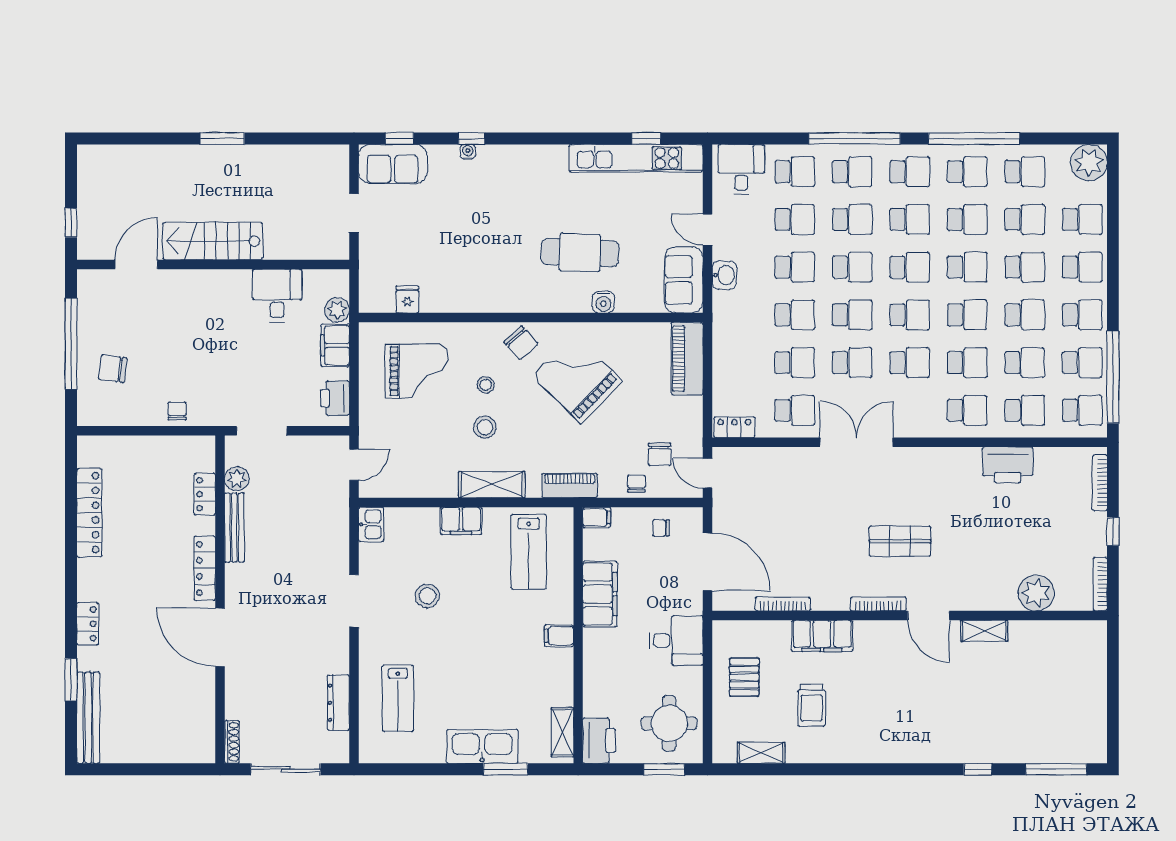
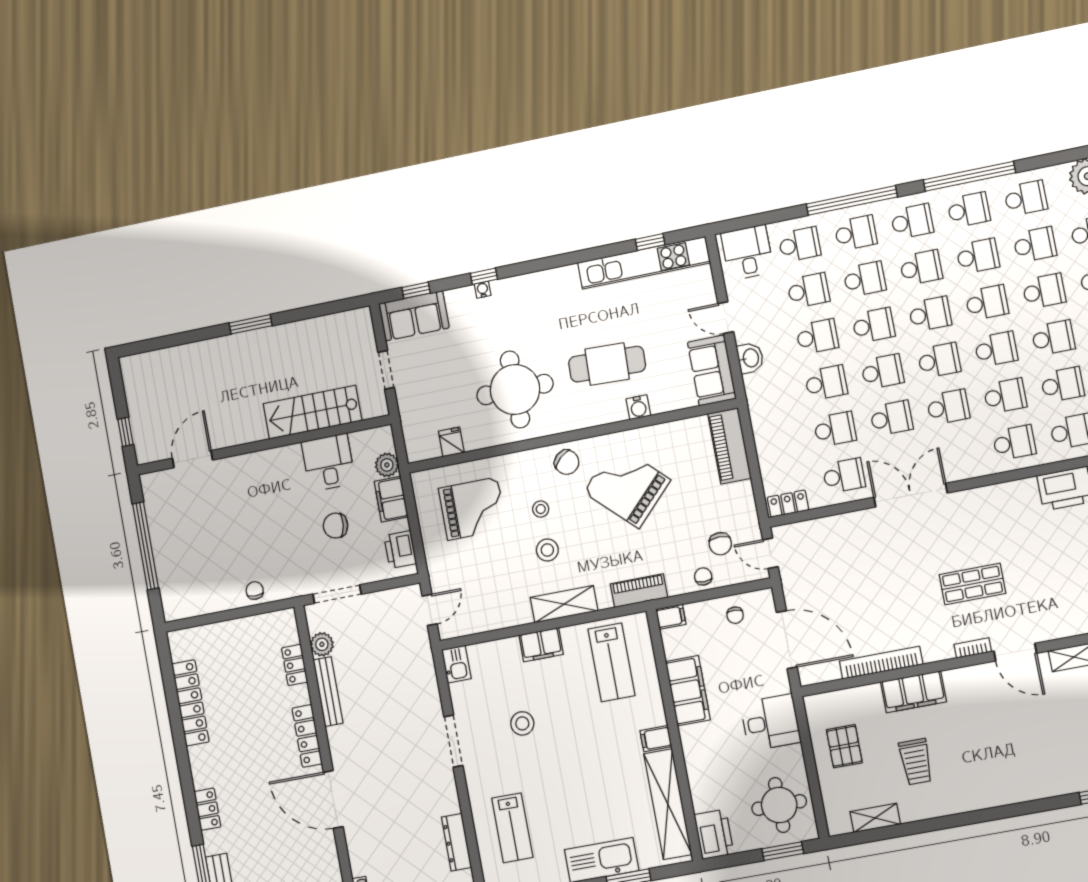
stairs: (213, 241) -> (312, 412), moved
round table: (482, 259) -> (515, 390), added
chair: (113, 369) -> (336, 526), moved
chair: (661, 528) -> (735, 615), turned -87
bookcase: (783, 604) -> (881, 663), width x1.48, depth x1.31
bookcase: (878, 604) -> (973, 648), width x0.64
shelving: (562, 732) -> (668, 804), width x2.20, depth x1.33

